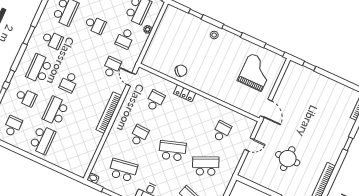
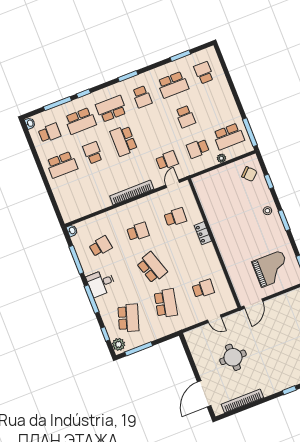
chair: (181, 71) -> (249, 174), moved
school desk: (69, 82) -> (124, 141), width x1.85
school desk: (26, 97) -> (80, 121), width x1.85
school desk: (56, 111) -> (93, 153), width x0.54
school desk: (206, 166) -> (166, 303), turned 36
school desk: (123, 170) -> (101, 246), width x0.54

